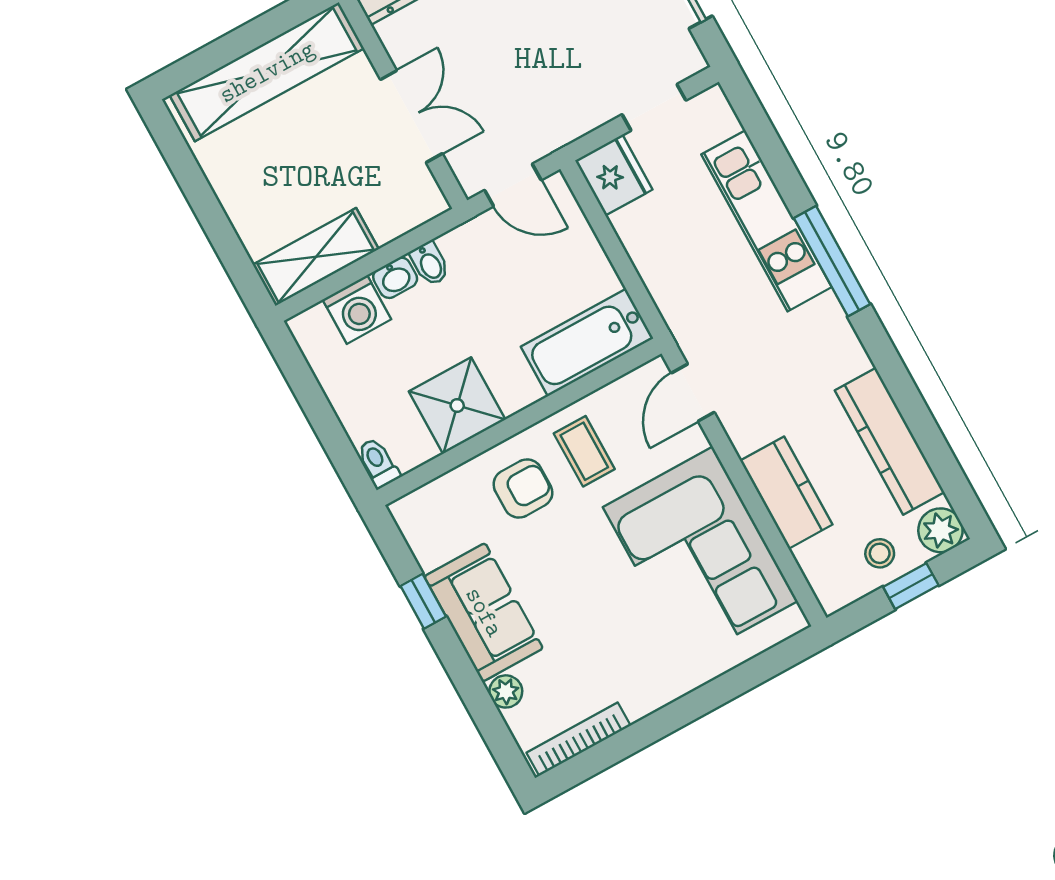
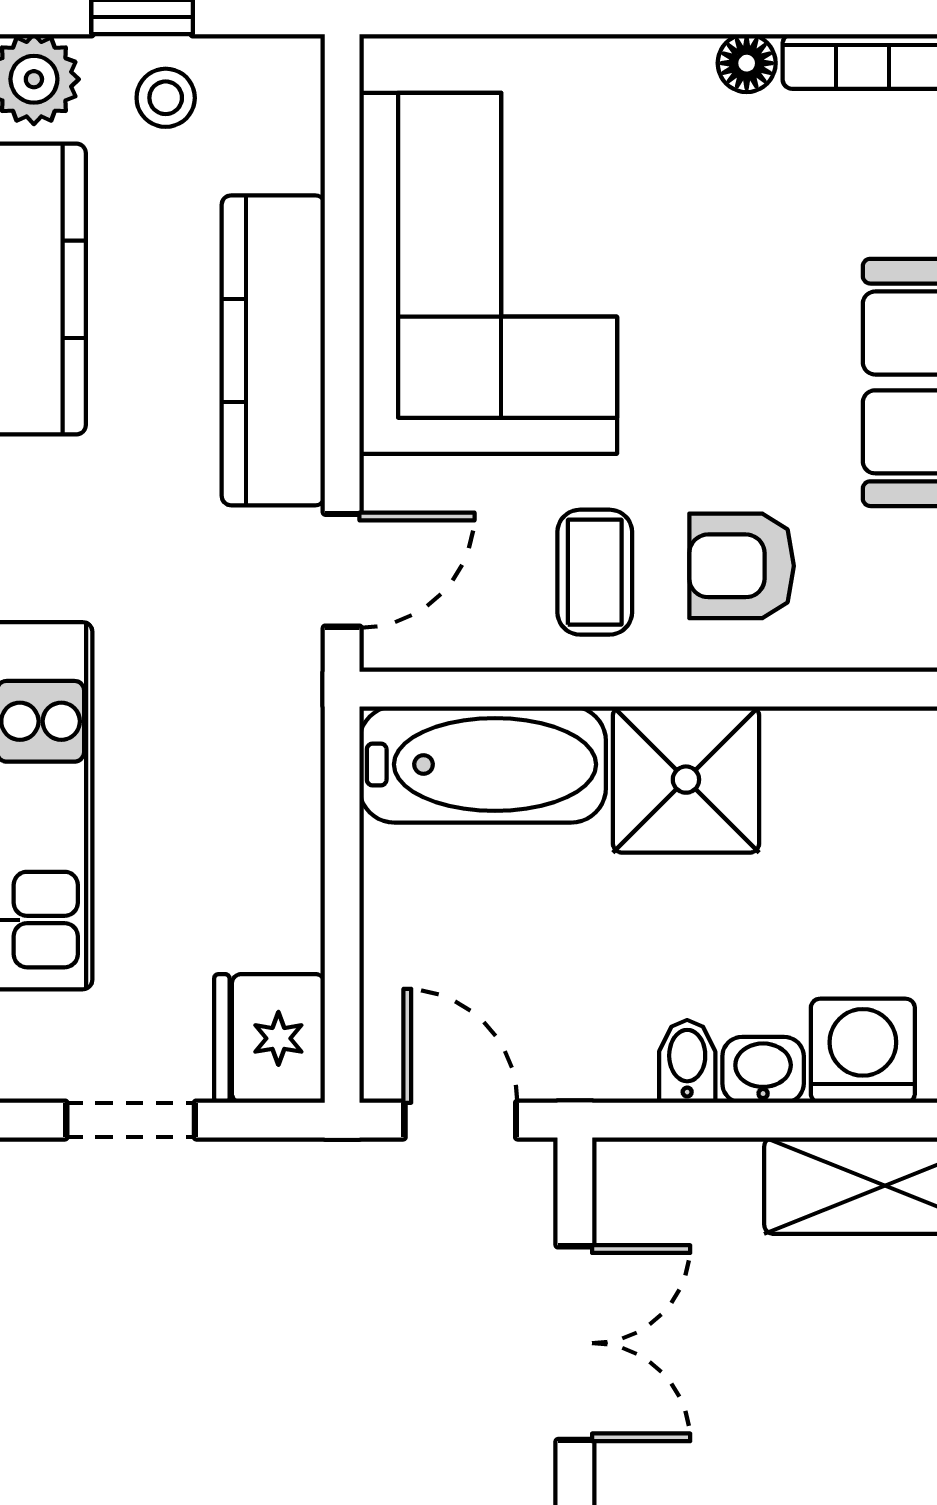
double door: (411, 116) -> (575, 1343), swing flipped
shower: (457, 406) -> (686, 780), moved
kitchen counter: (786, 493) -> (273, 350), width x1.50
floor lamp: (639, 705) -> (747, 63), added

